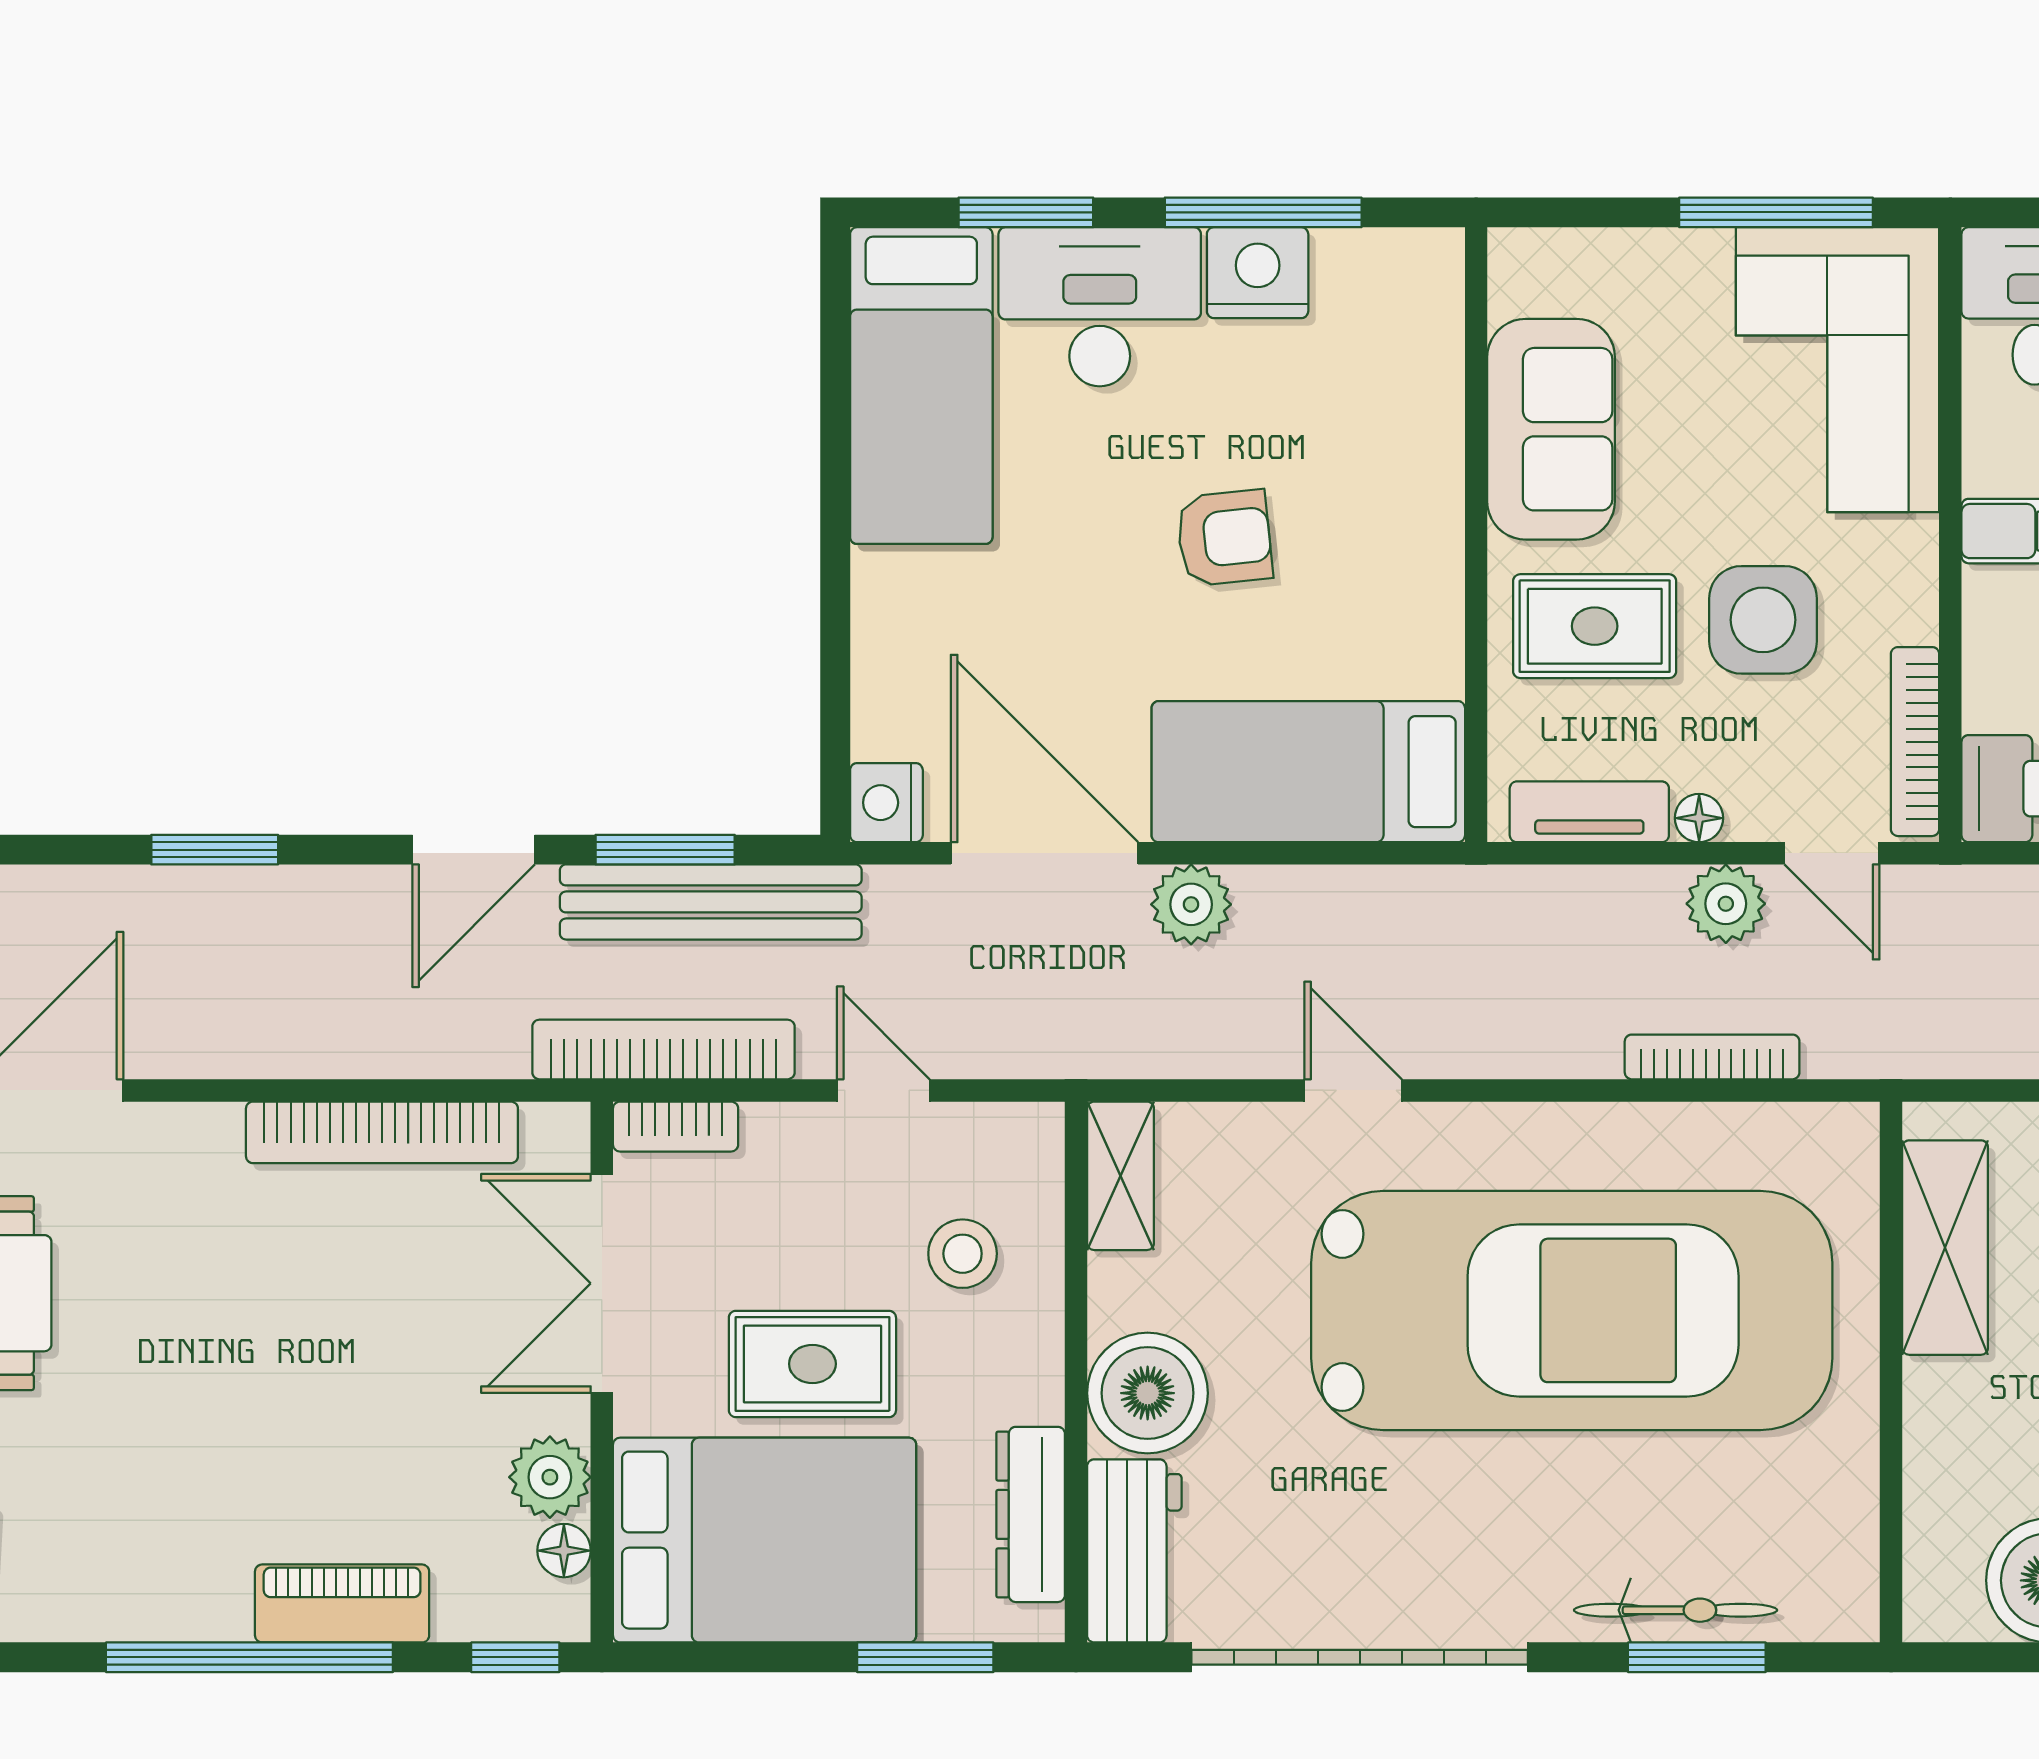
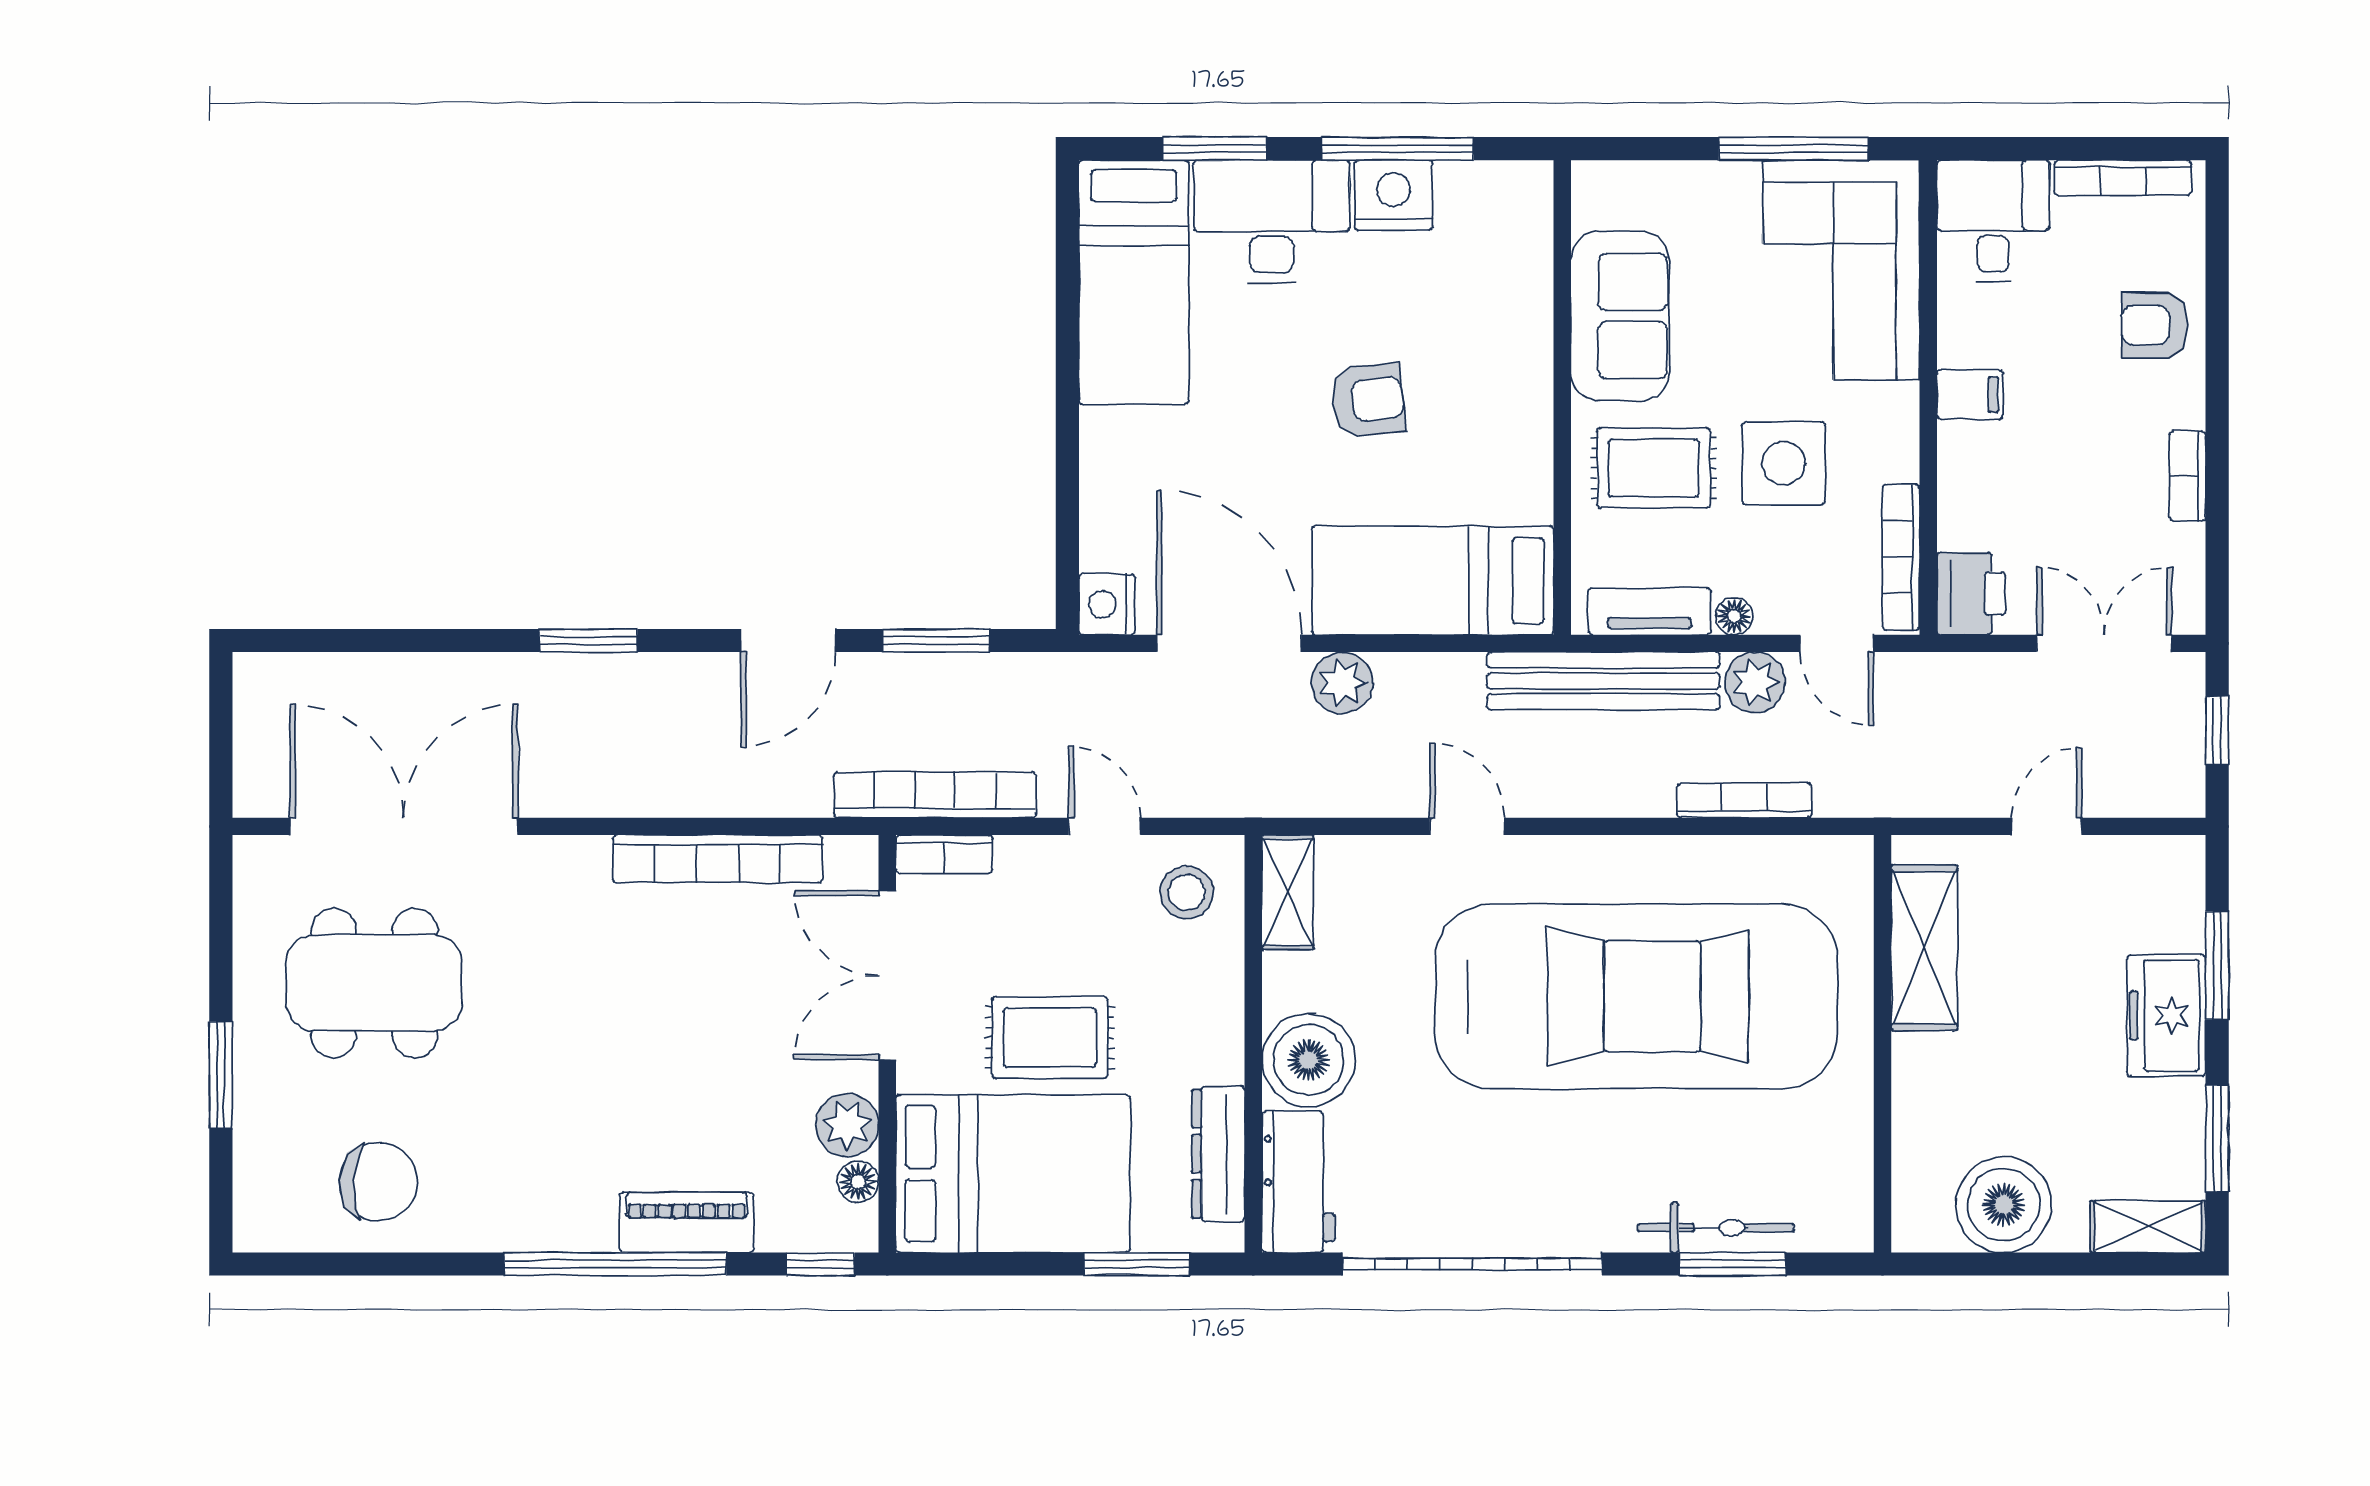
bench: (711, 902) -> (1603, 681), moved
stool: (963, 1254) -> (1187, 893), moved

